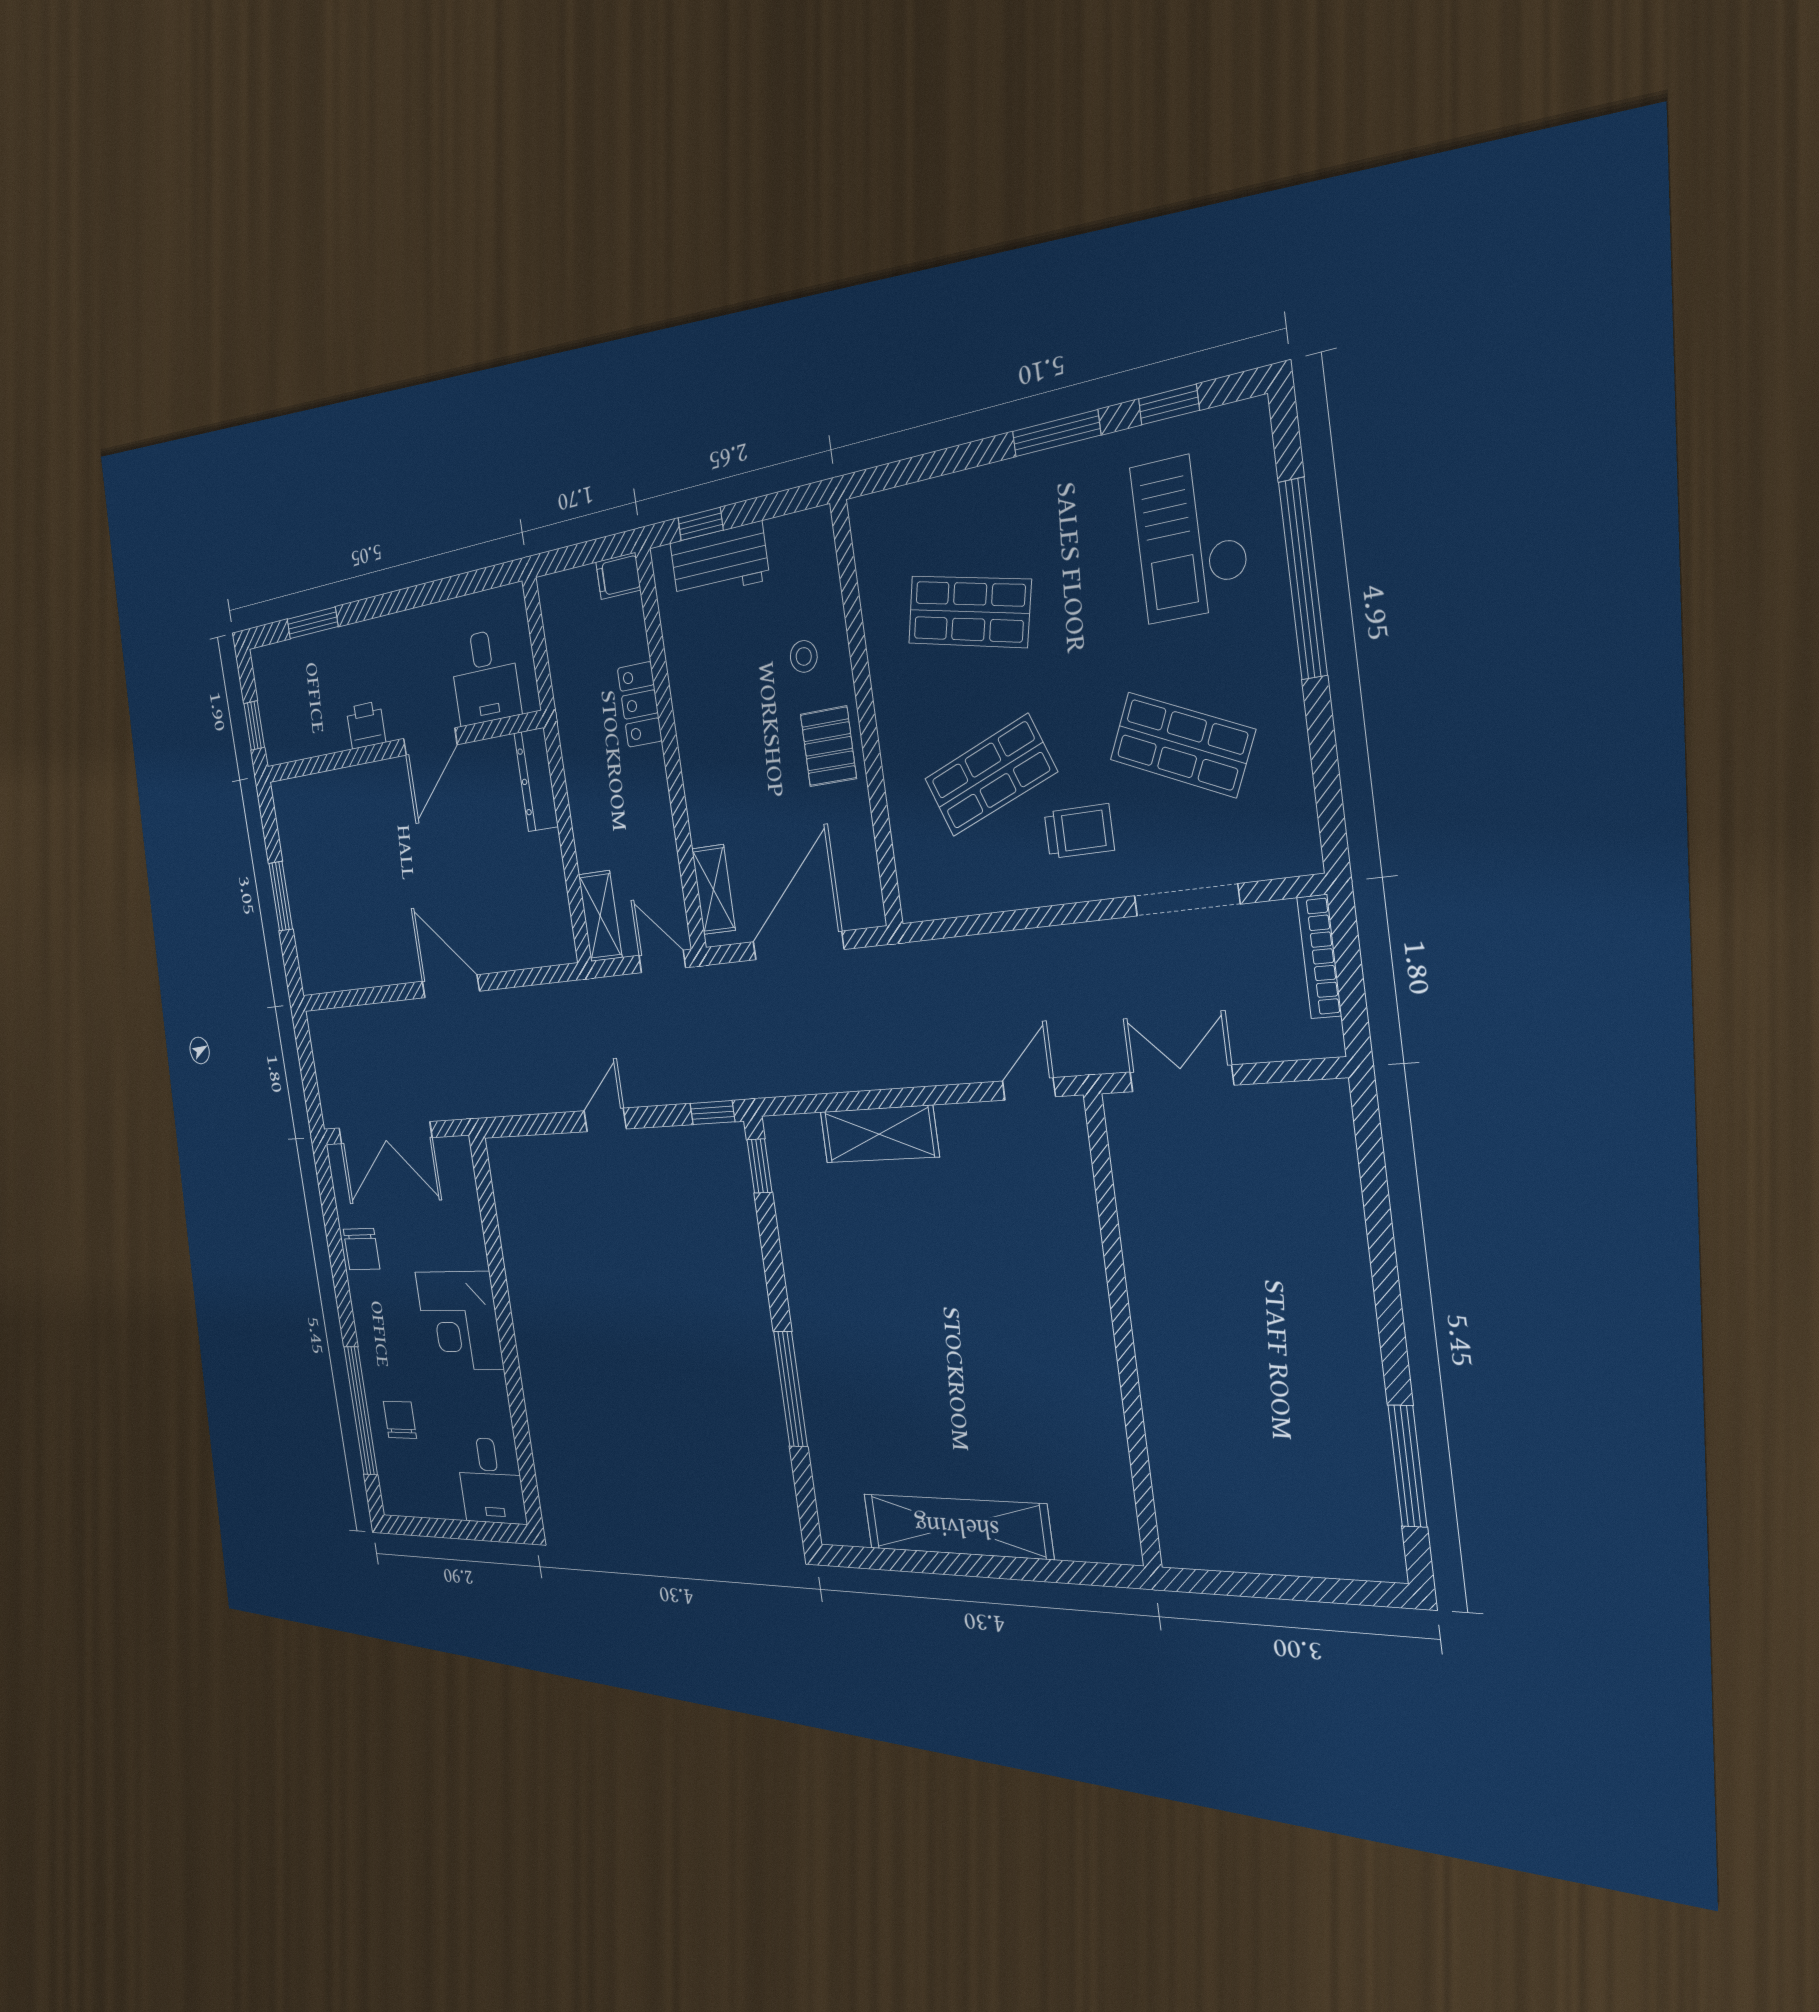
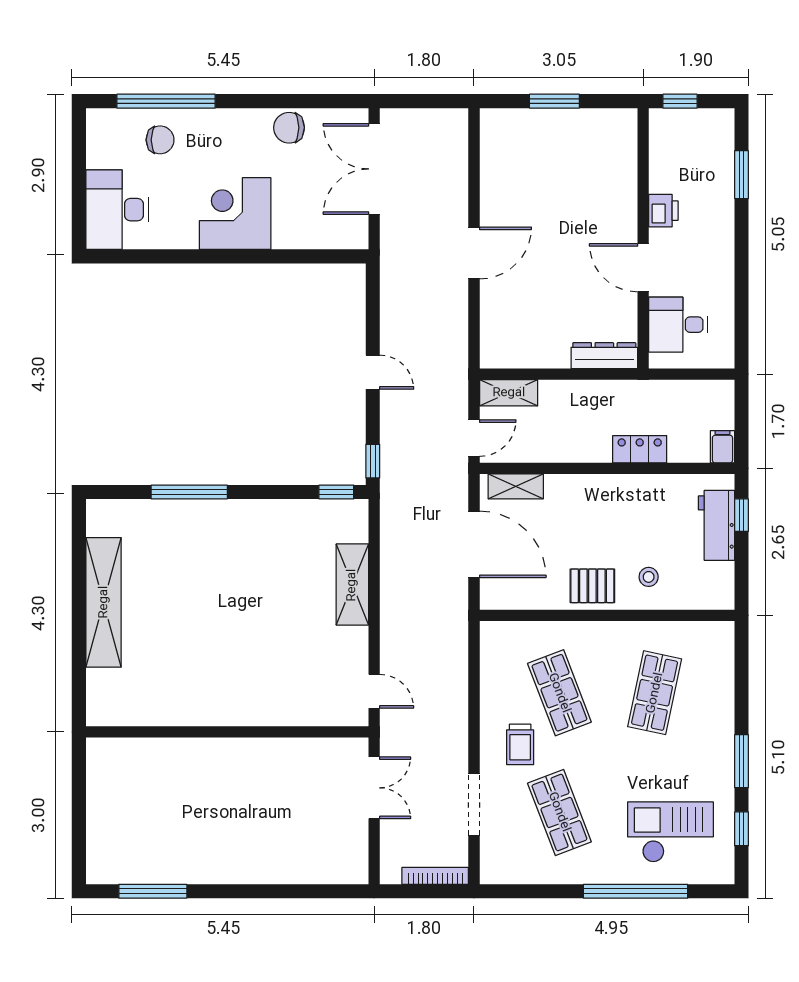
shop shelf: (1182, 745) -> (559, 812), turned -45
desk: (491, 1481) -> (117, 210), width x1.37

